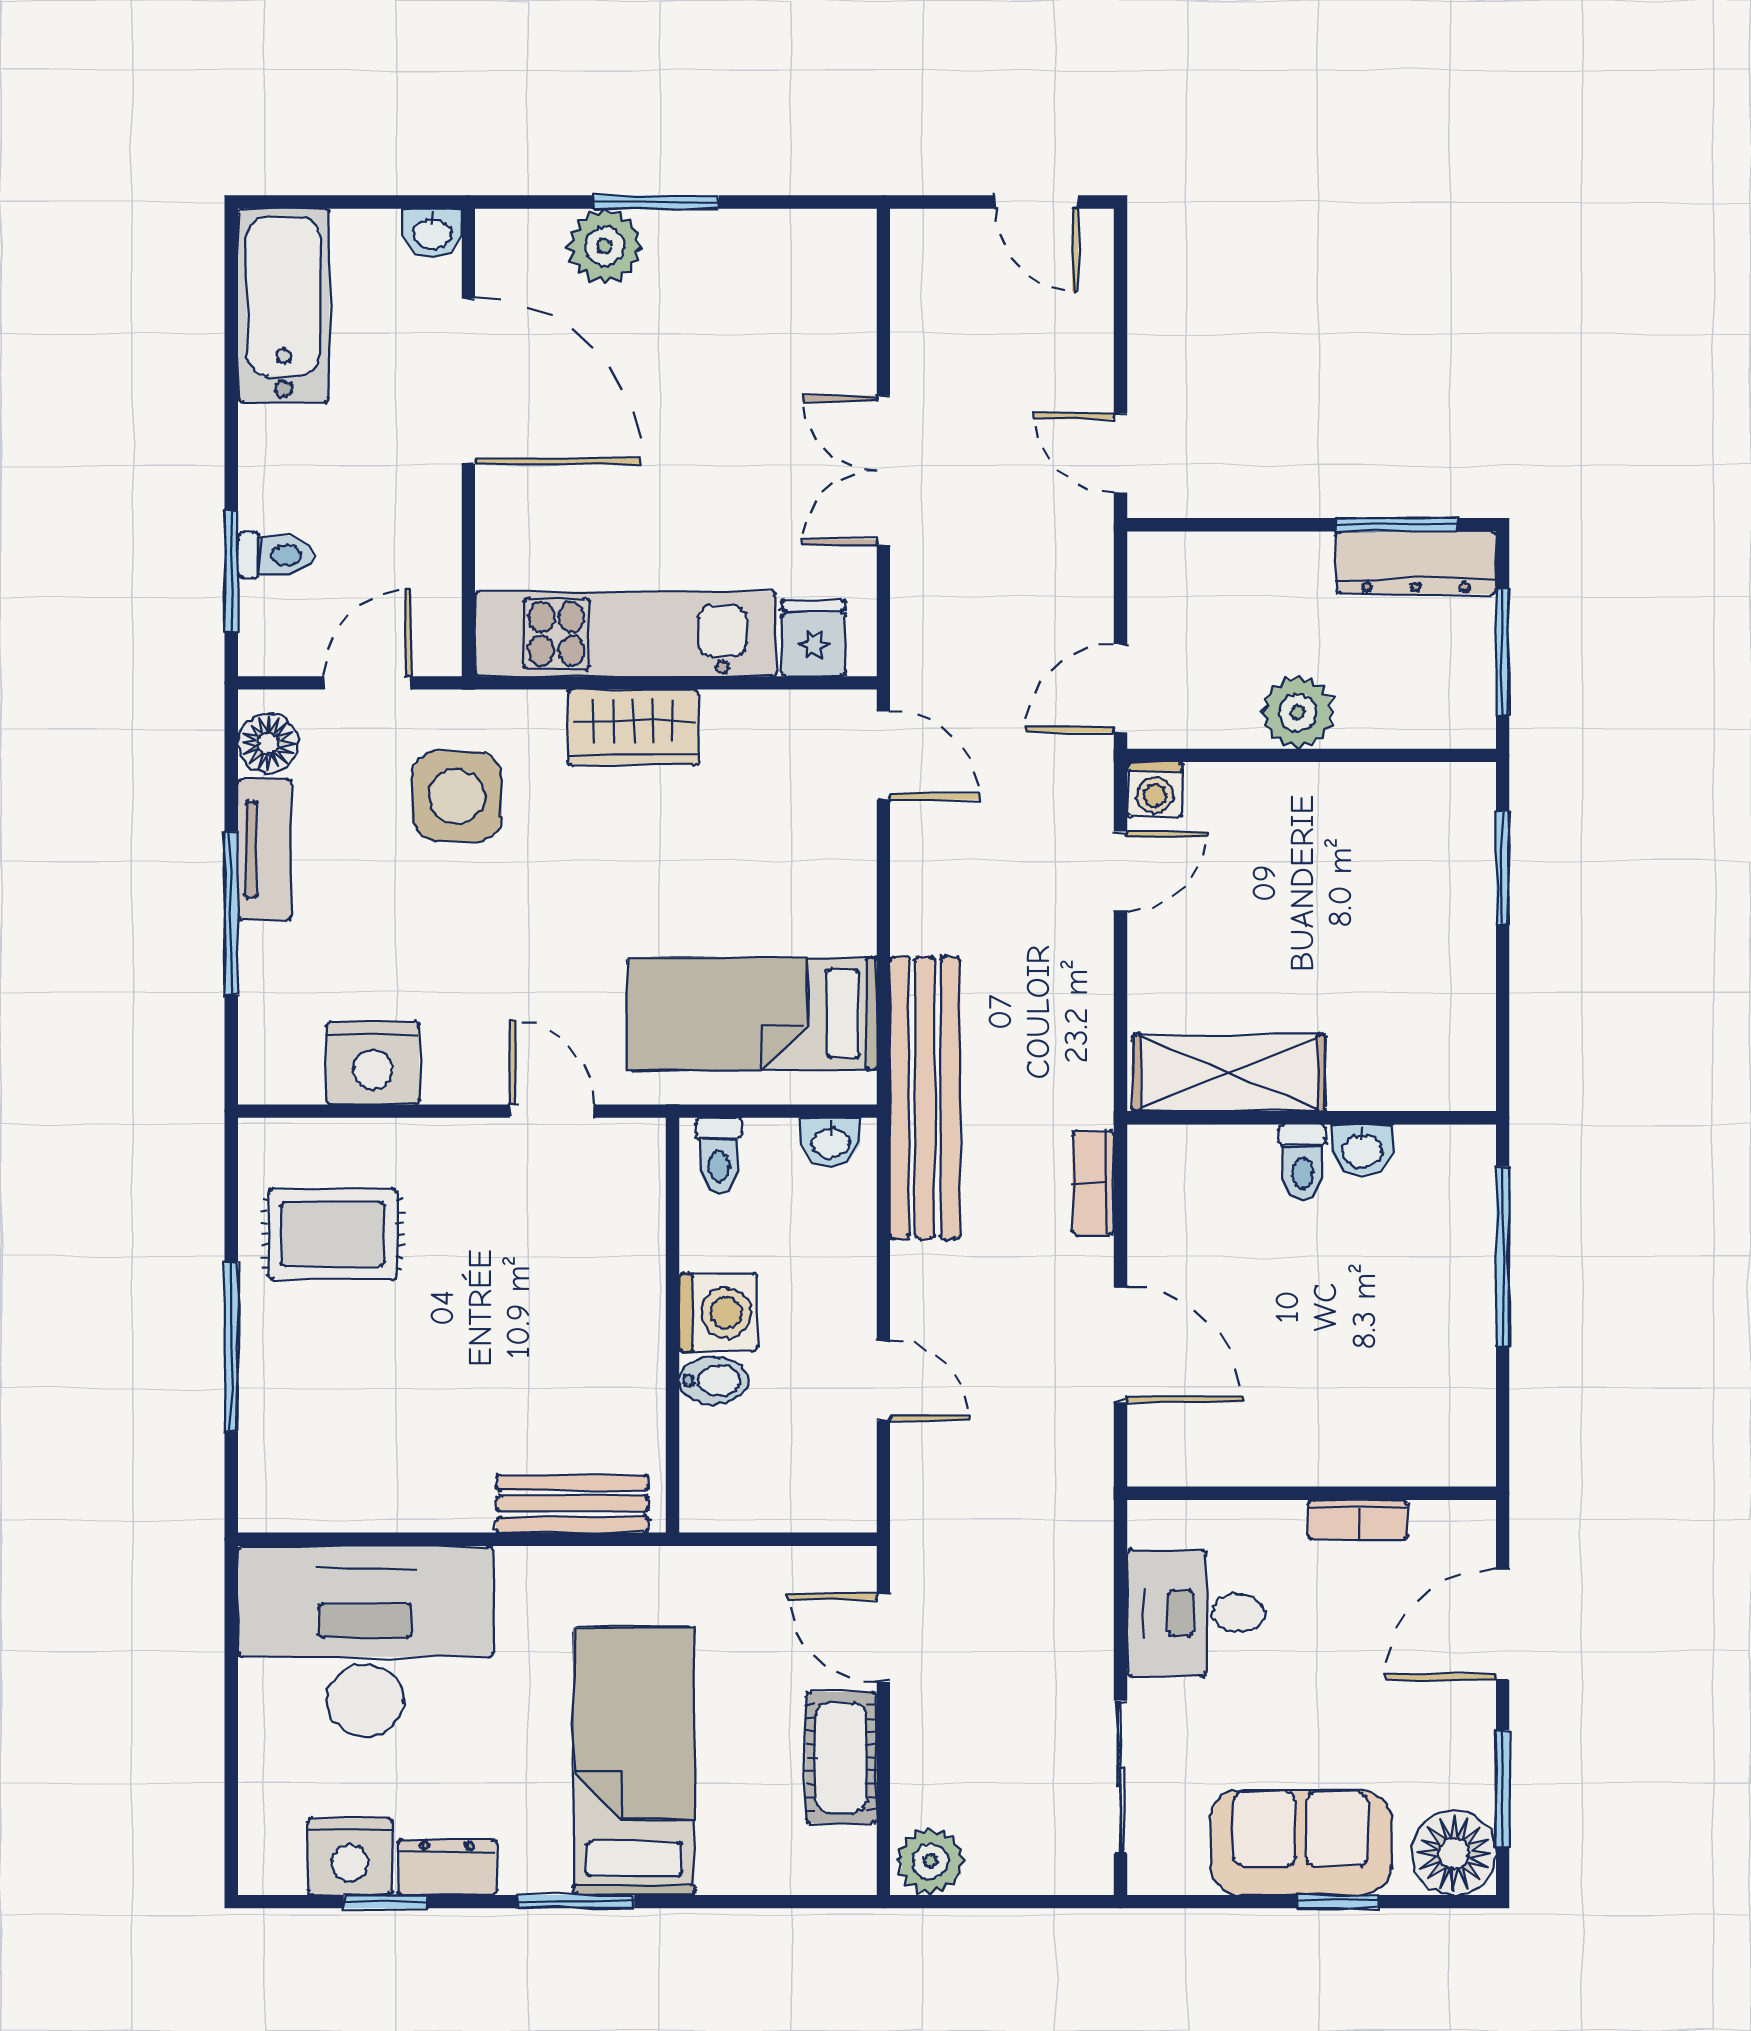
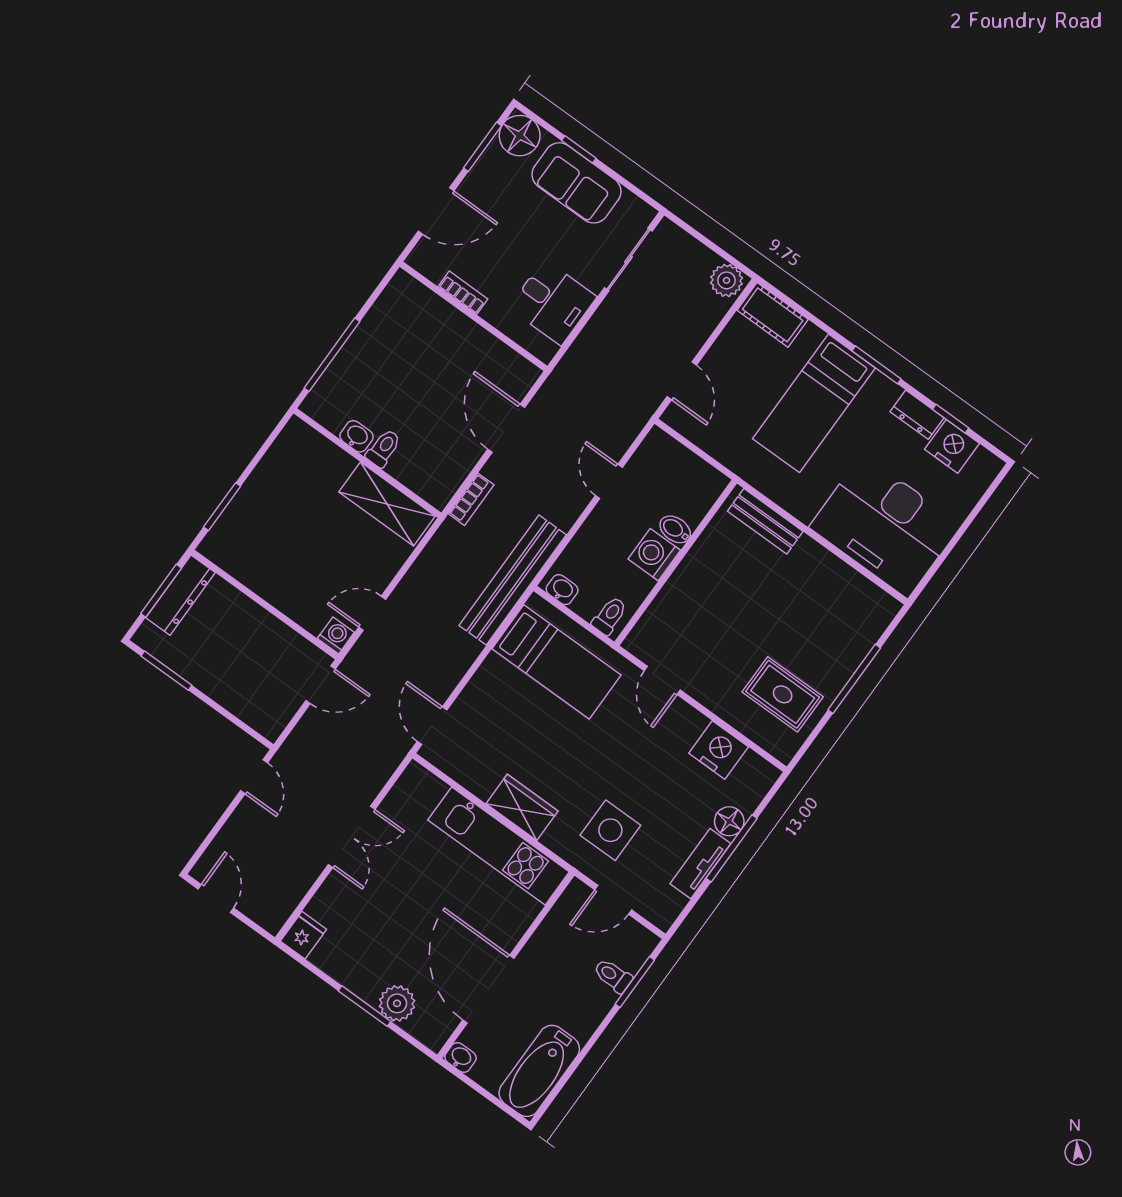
dresser: (1416, 563) -> (181, 595), moved, turned 90
fridge: (814, 638) -> (303, 935), moved, turned 180
plant: (1298, 712) -> (258, 625), removed
floor lamp: (268, 743) -> (729, 821), moved
cot: (841, 1758) -> (773, 315), moved, turned 90

